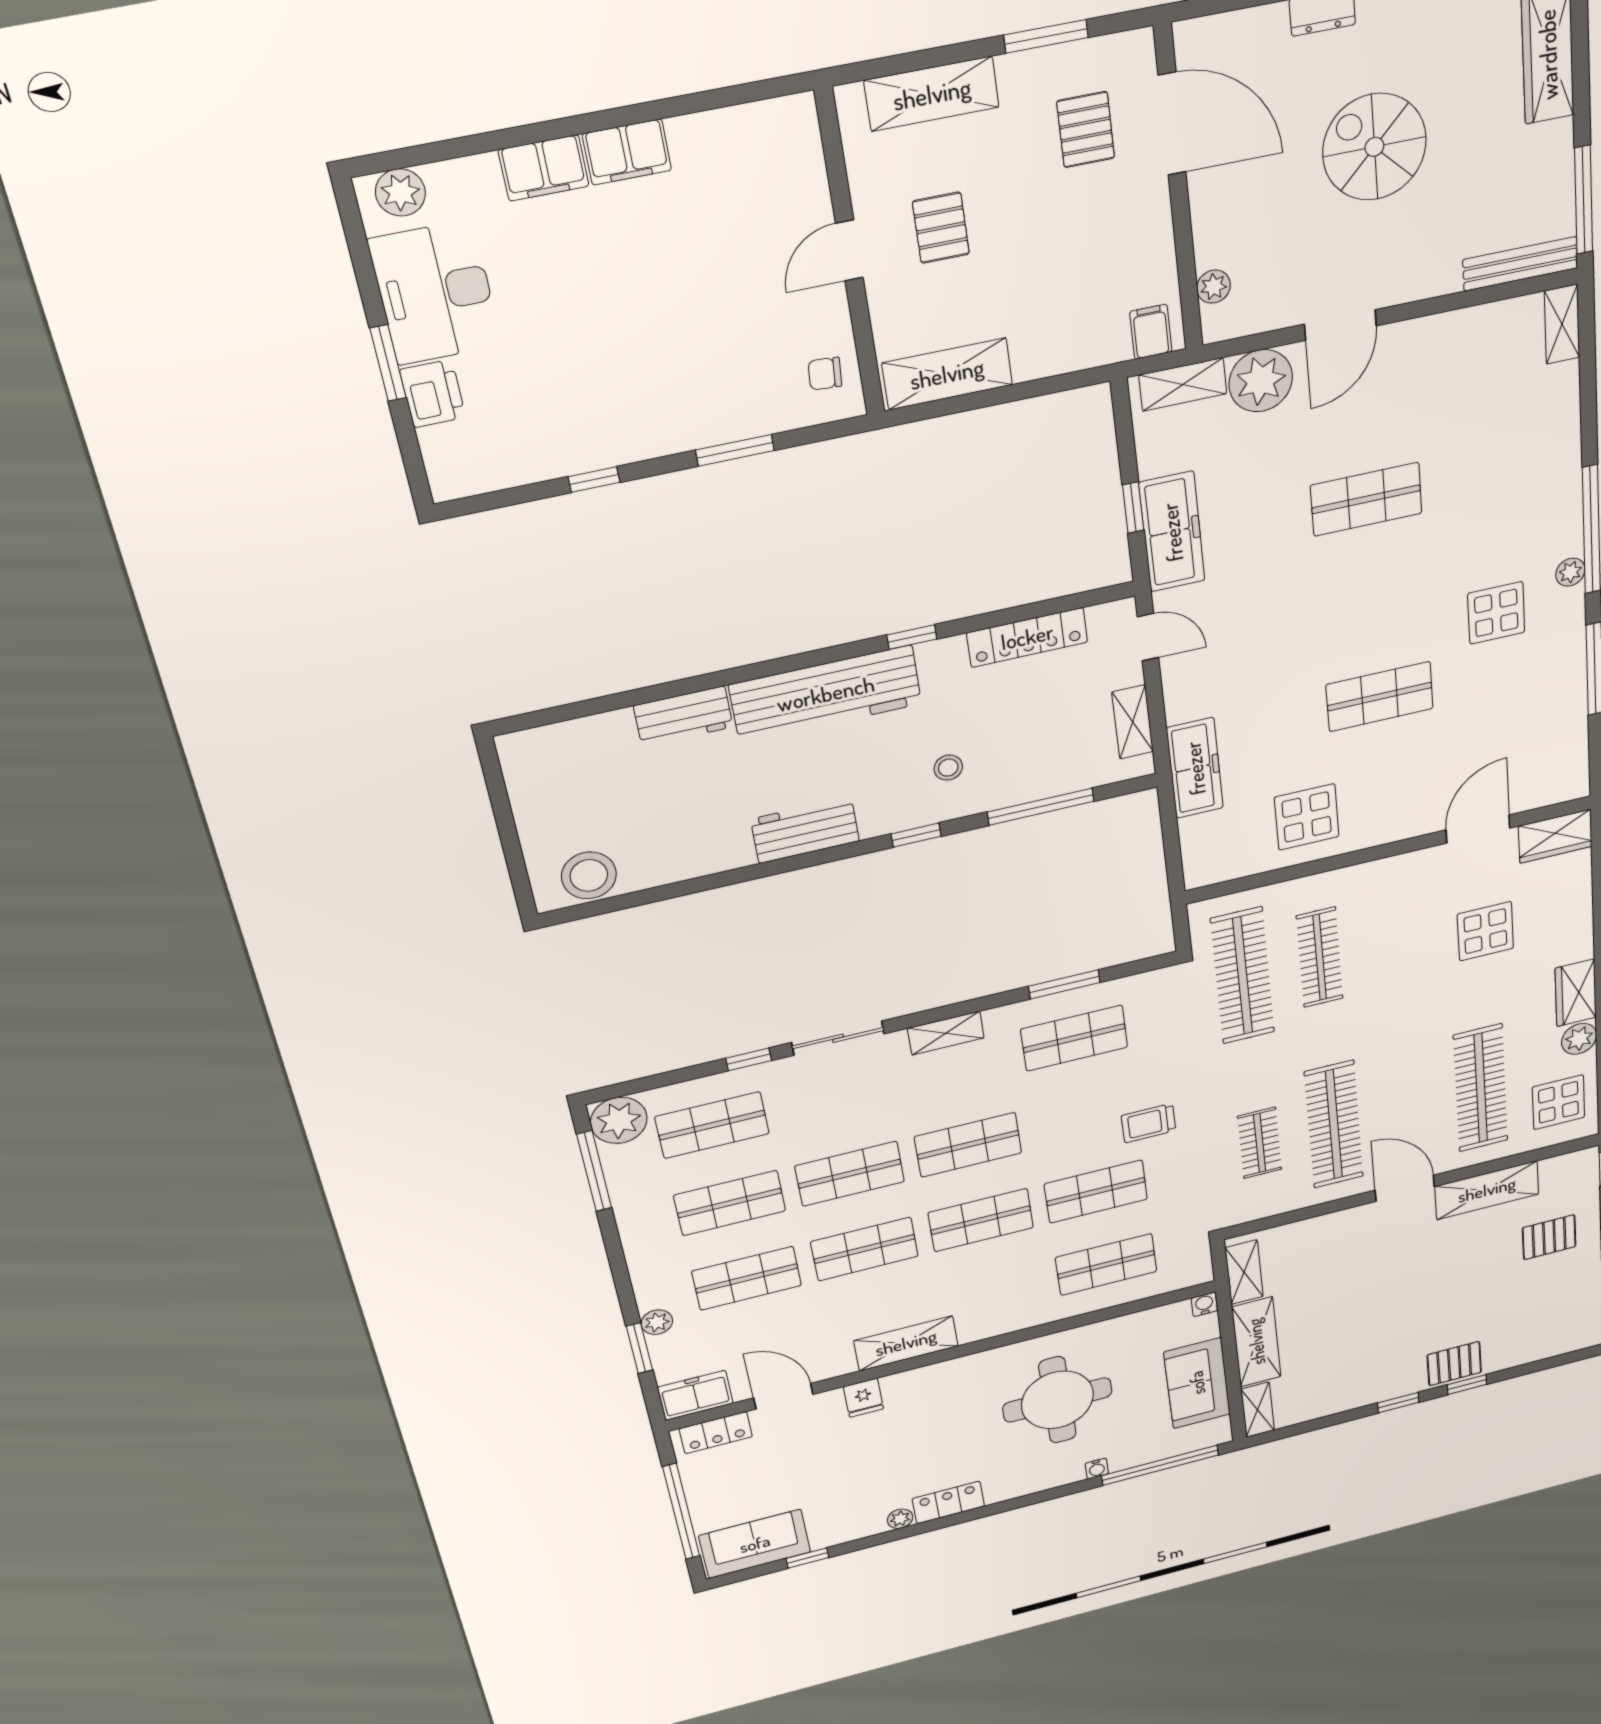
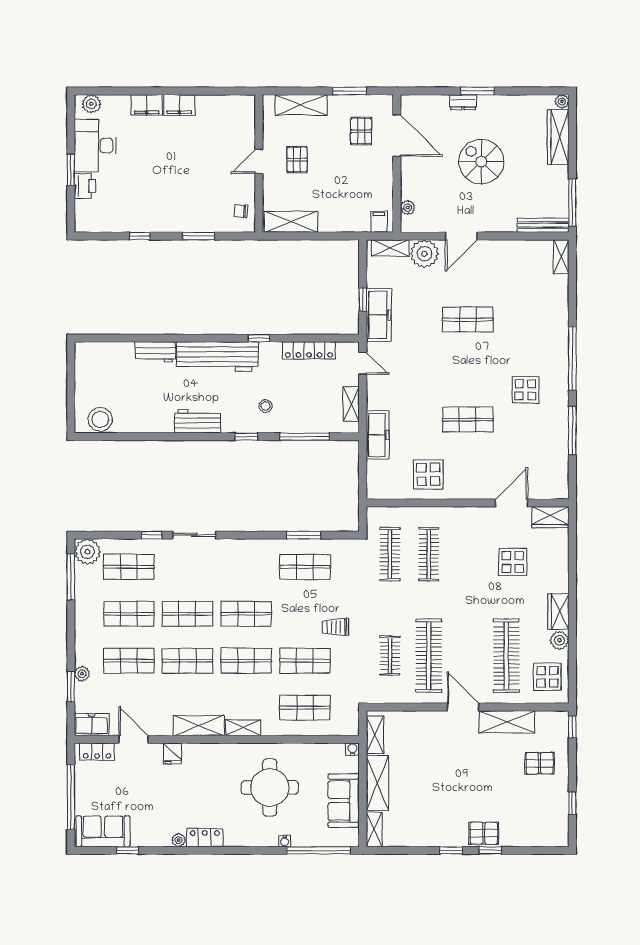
plant: (1570, 572) -> (562, 378), removed
clothes rail: (1243, 976) -> (390, 554), width x0.73, depth x0.76
shelving: (946, 1033) -> (243, 728), moved

